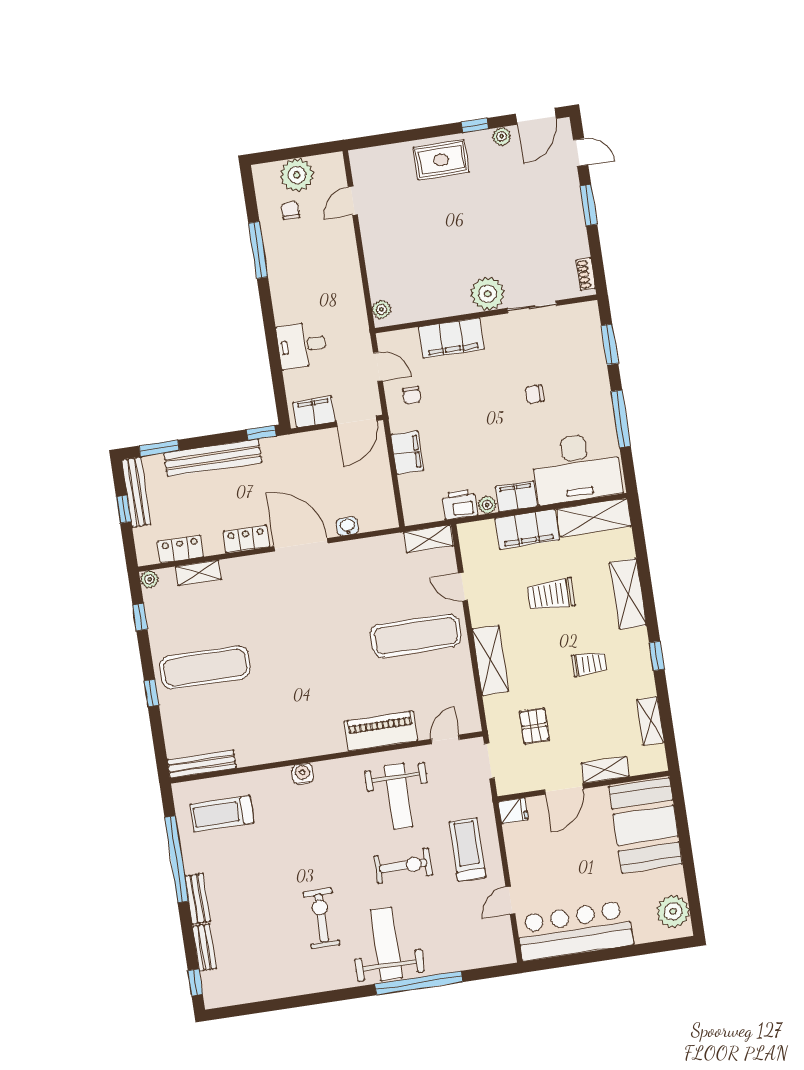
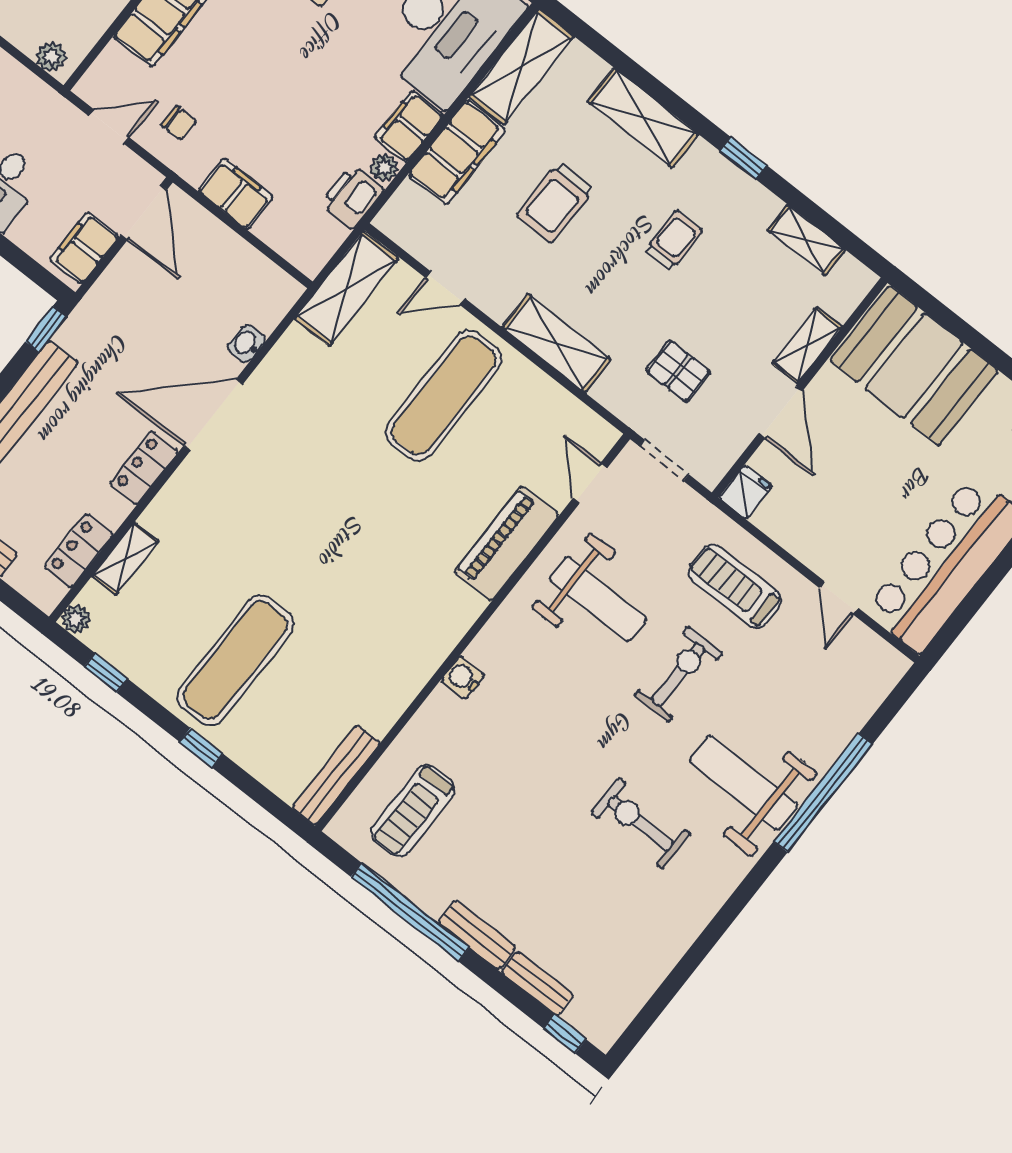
shelving: (428, 539) -> (346, 288), width x1.50, depth x1.33

